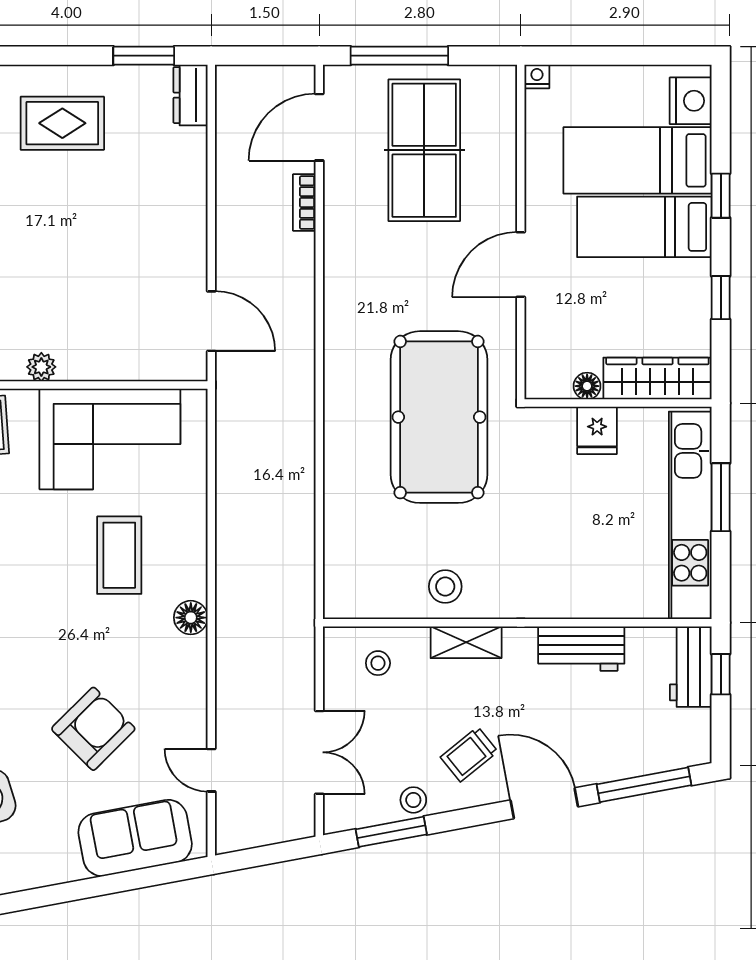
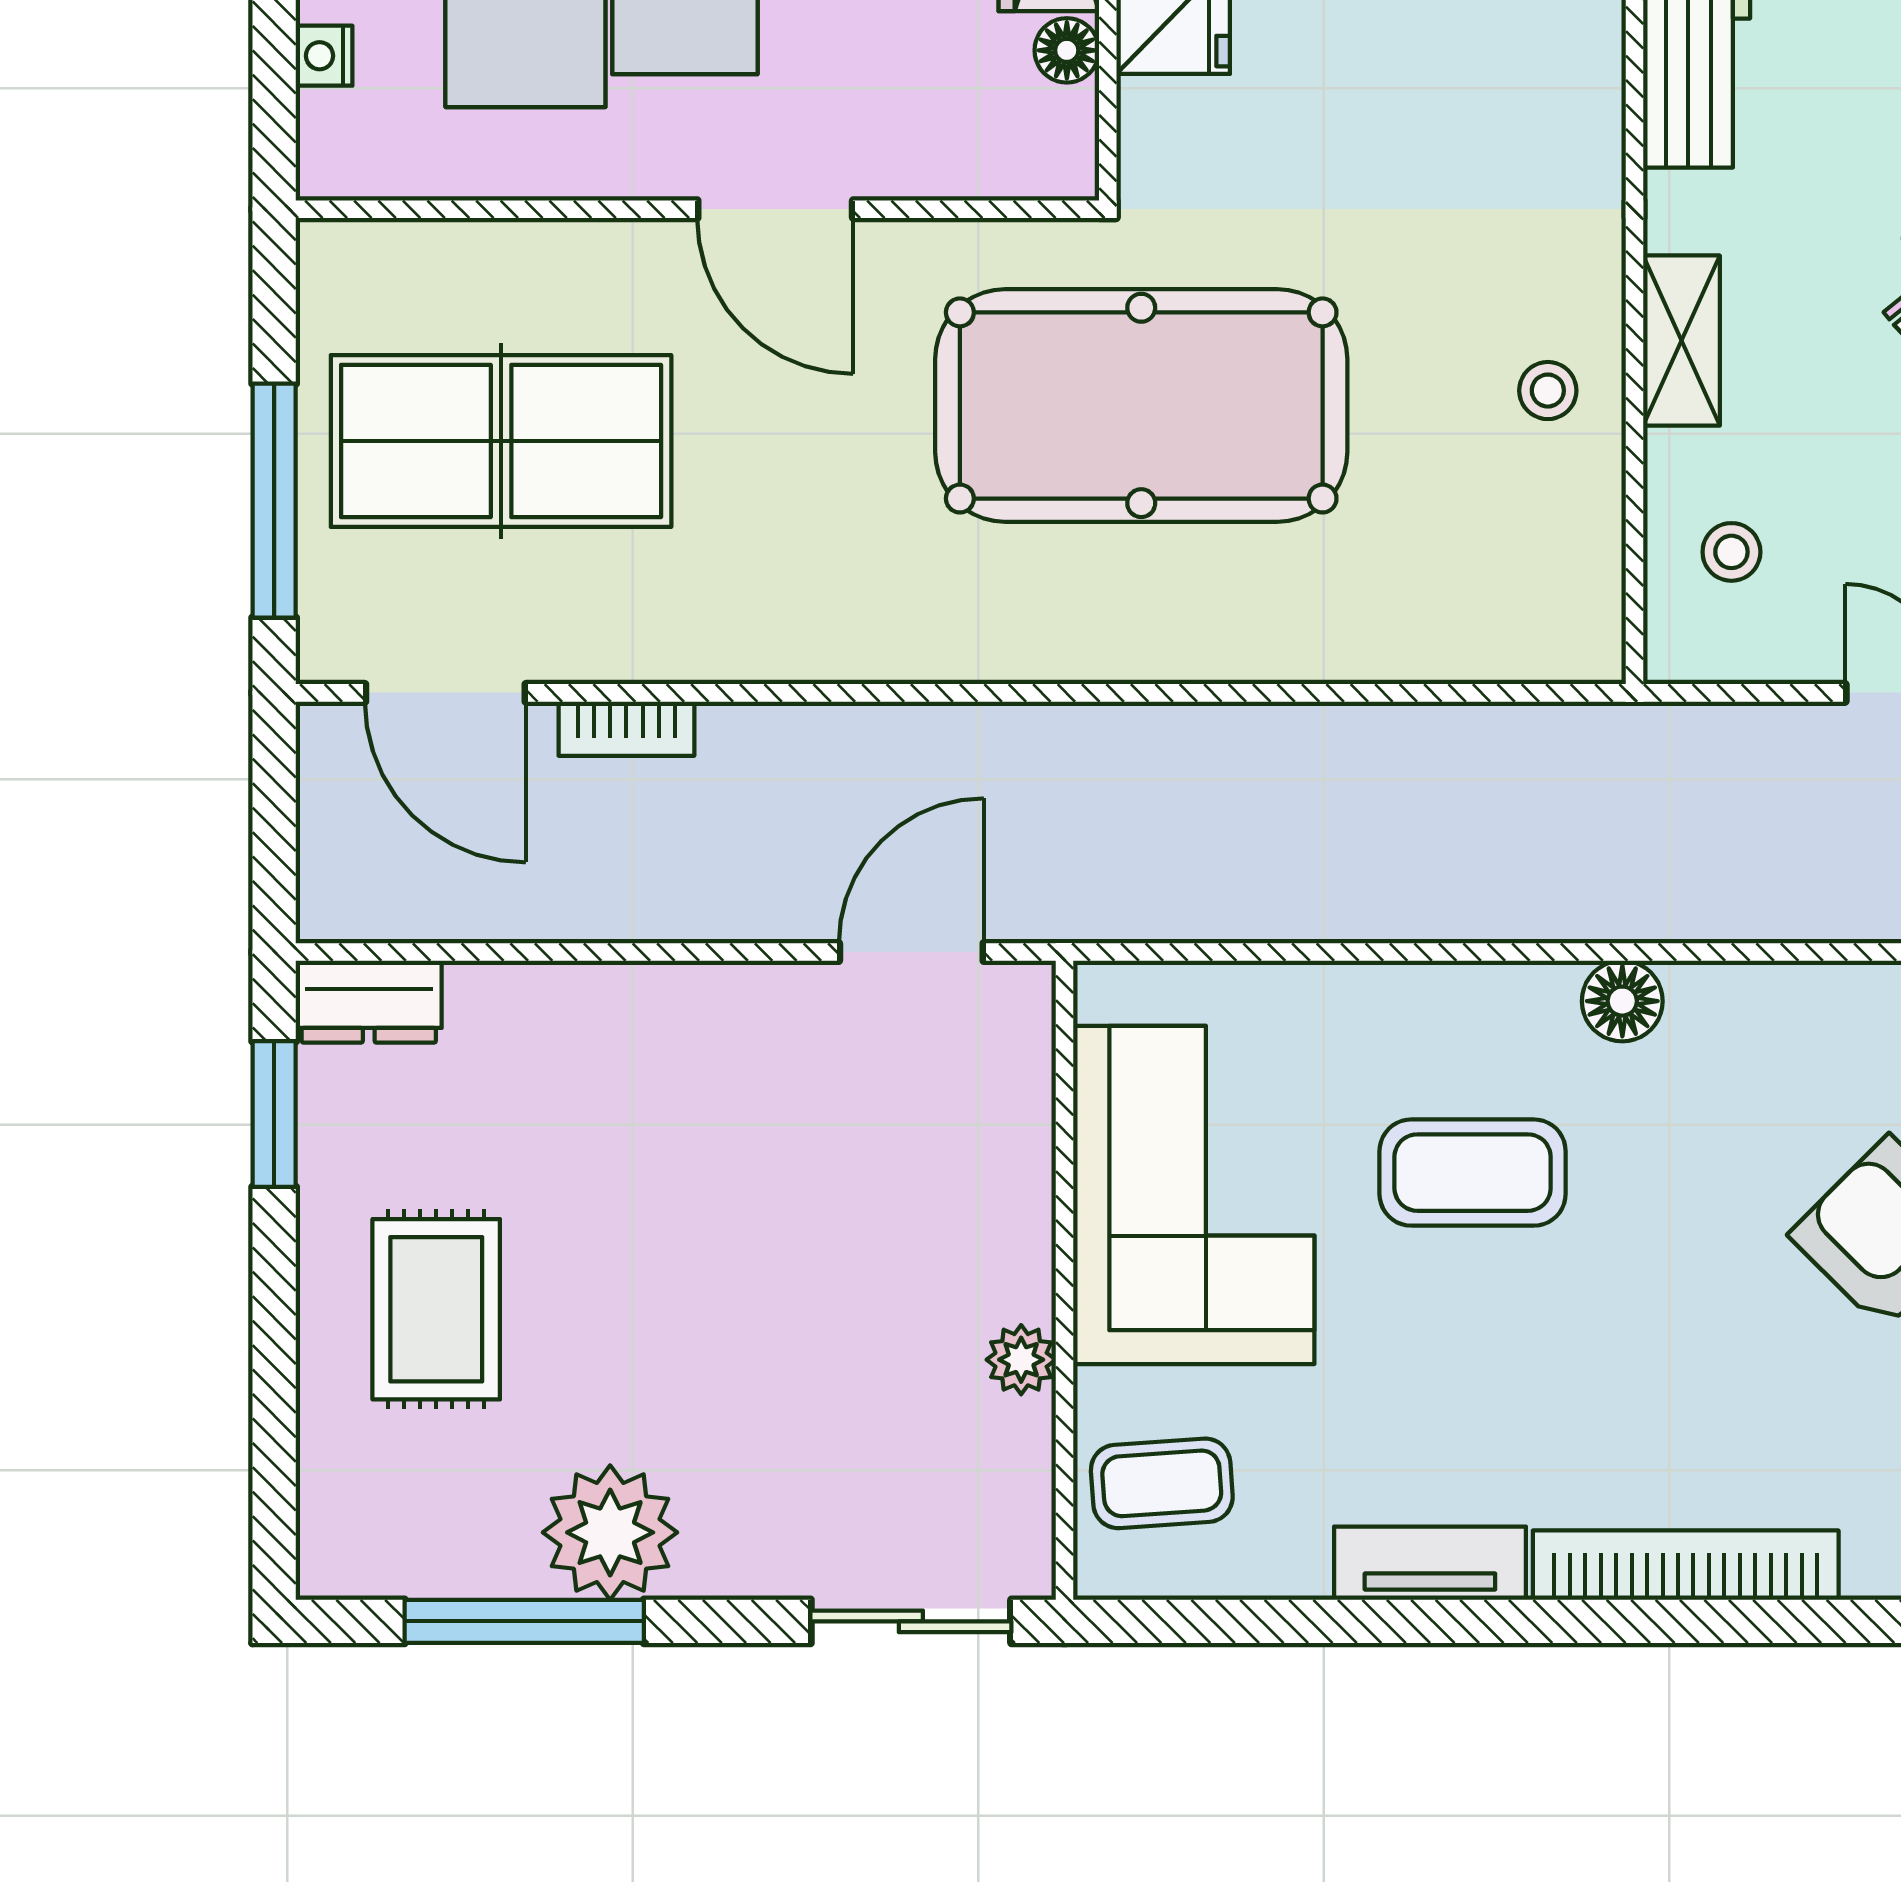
nightstand: (537, 76) -> (324, 56), moved
stool: (445, 587) -> (1548, 391), width x0.73, depth x0.73

